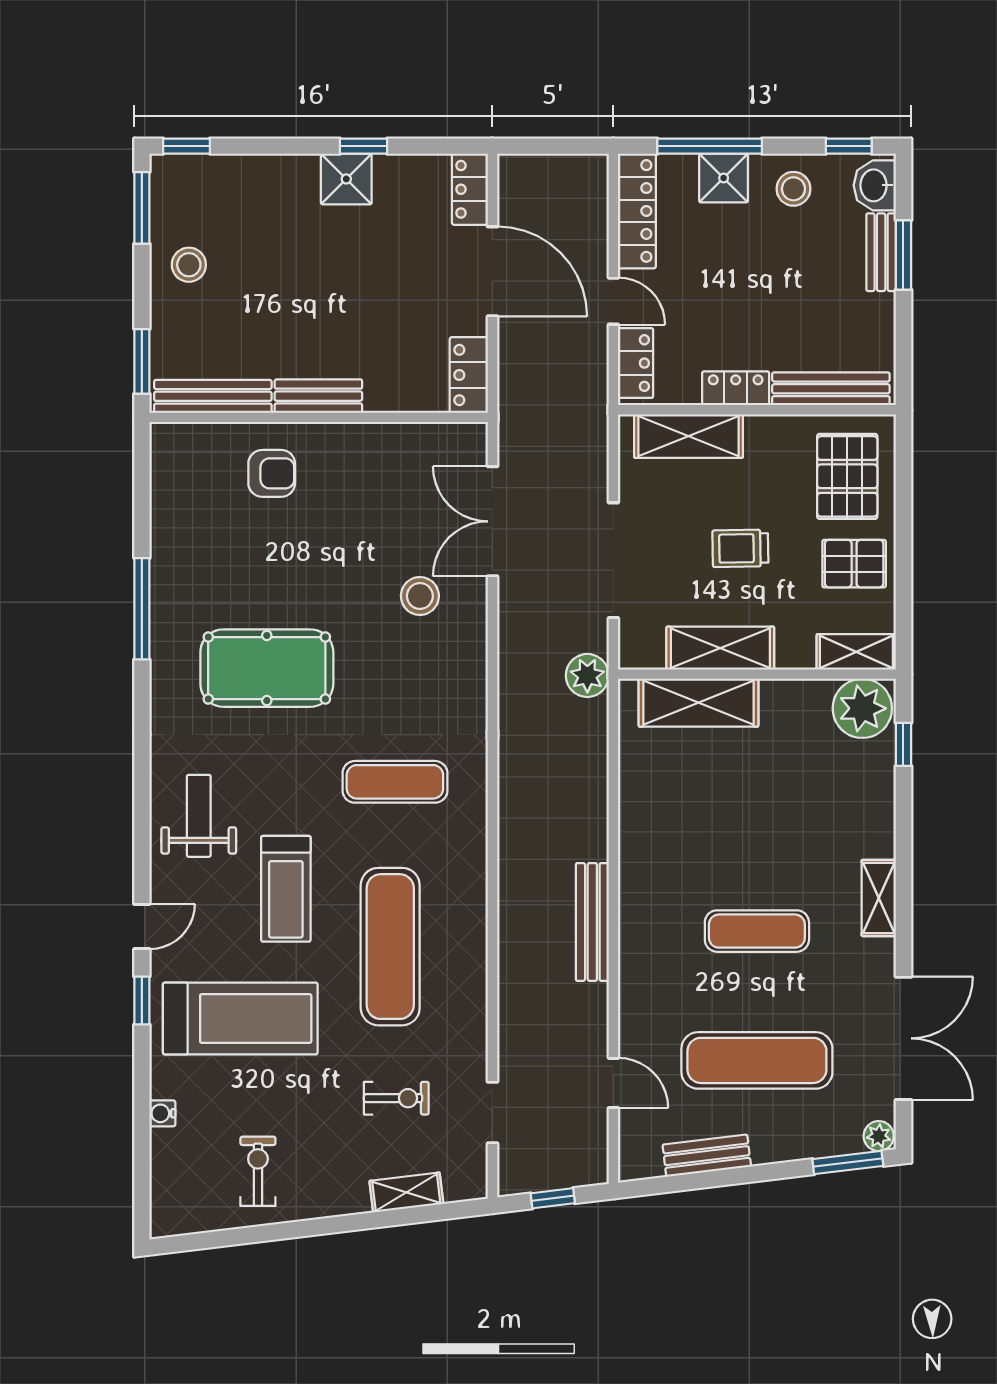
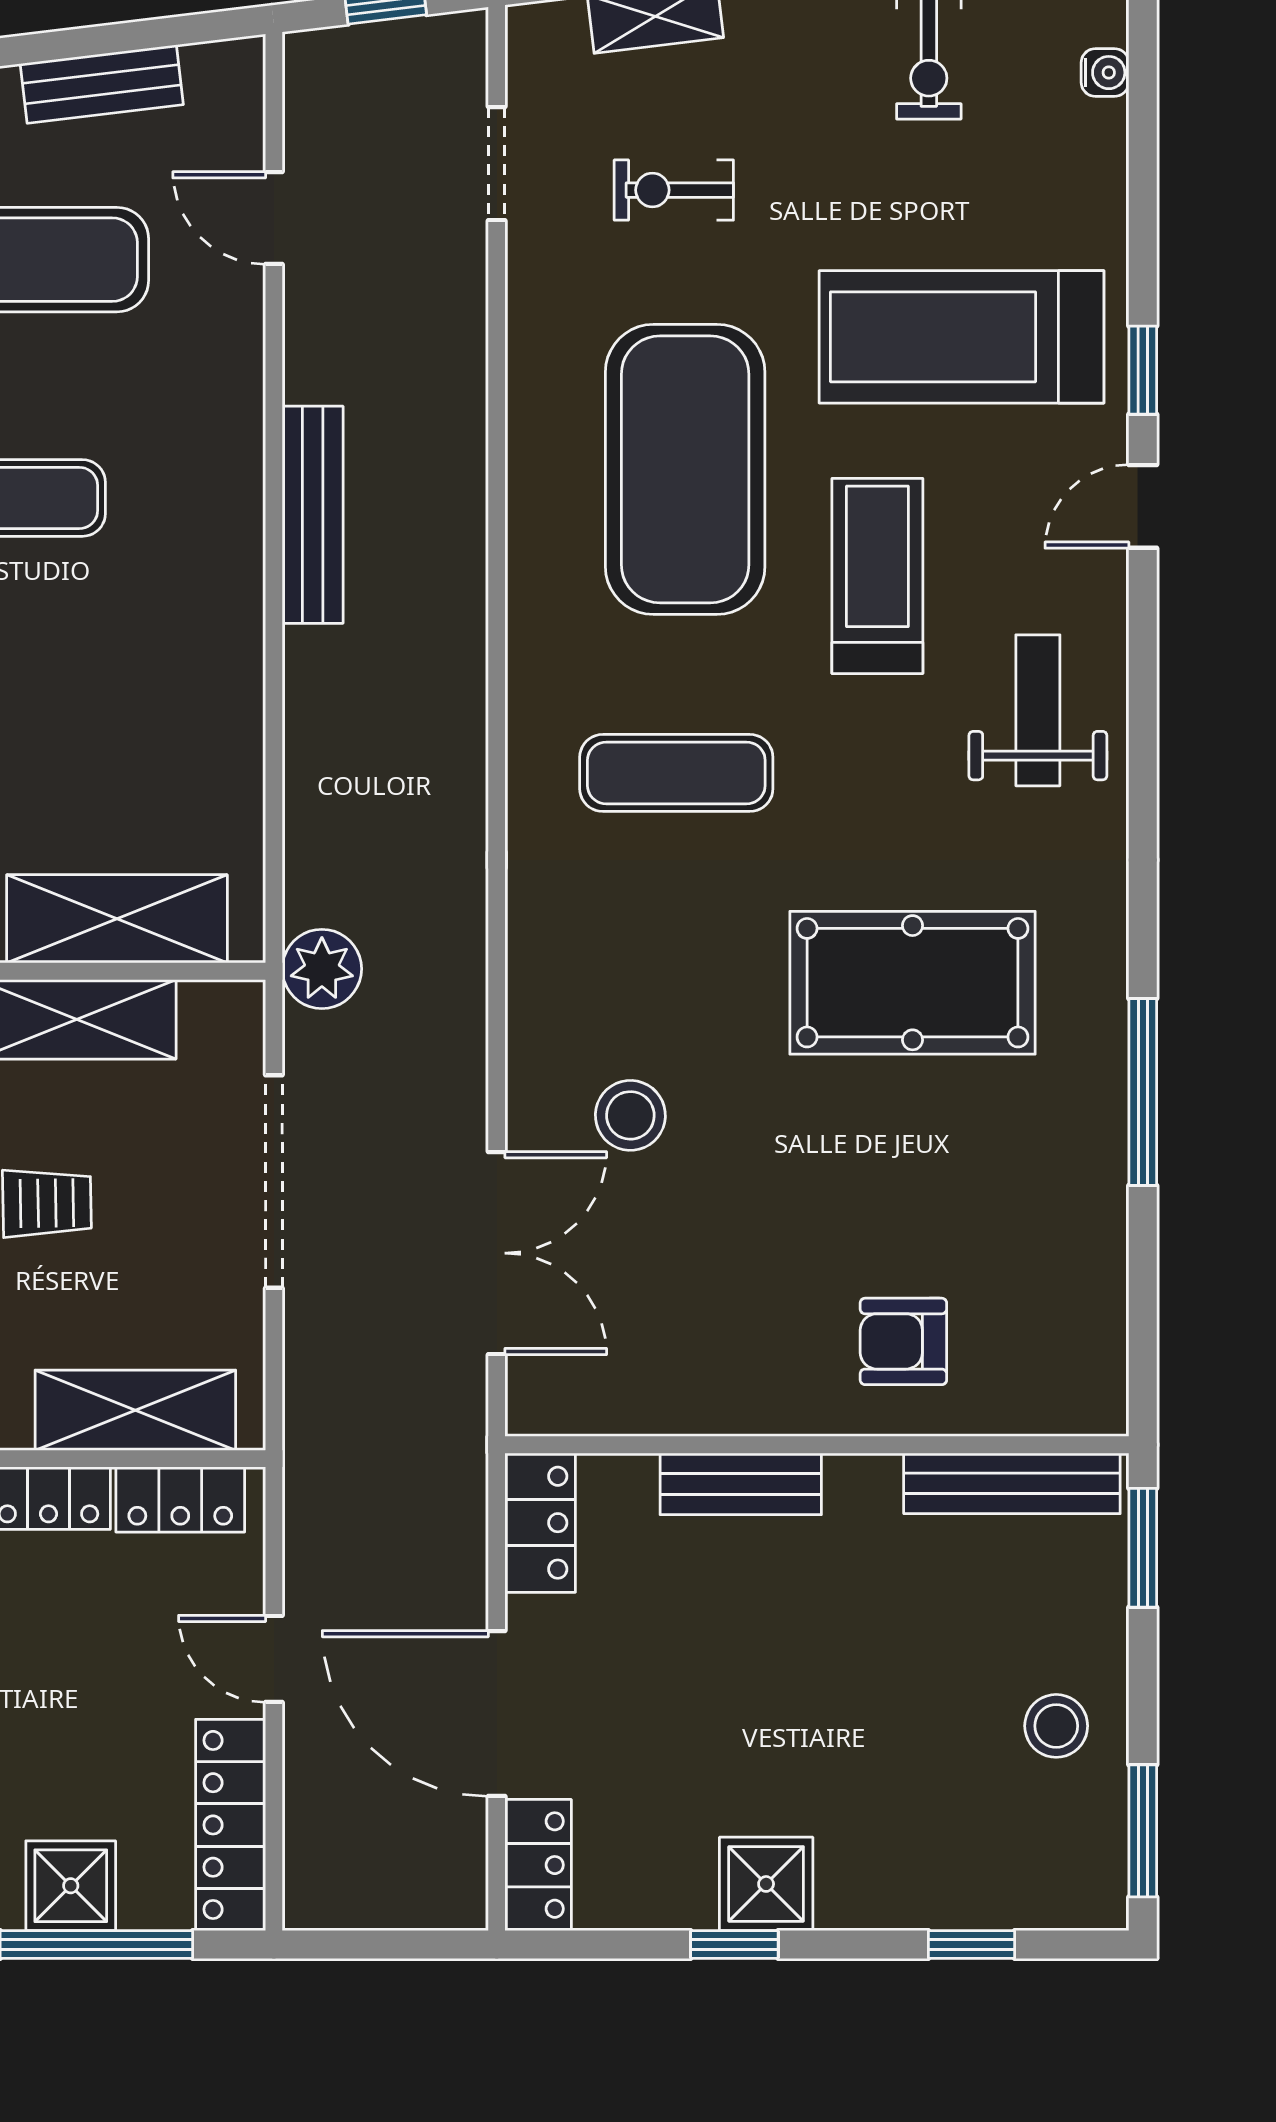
window: (186, 146) -> (971, 1945), moved
locker: (636, 363) -> (180, 1500), moved, turned -90
bench: (318, 396) -> (741, 1484), moved
weight bench: (199, 816) -> (1038, 710), turned 180
exercise mat: (390, 947) -> (685, 469), width x1.47
water cooler: (162, 1113) -> (1105, 73), moved

